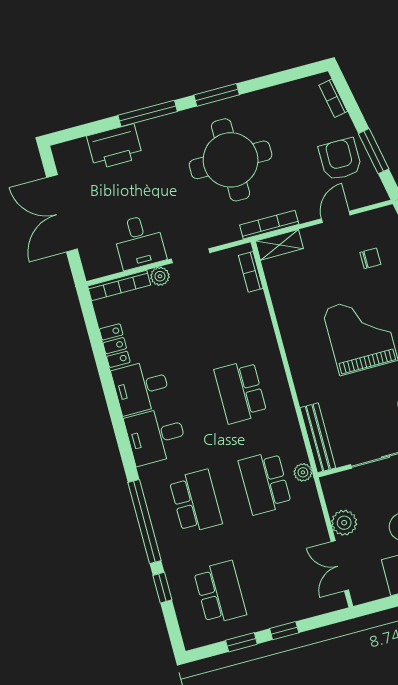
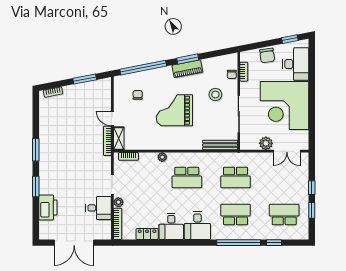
window: (148, 113) -> (36, 187), width x0.69
armchair: (340, 159) -> (84, 97), removed
round table: (231, 160) -> (70, 151), removed
door: (336, 217) -> (112, 118), moved
plant: (303, 472) -> (162, 157), moved

